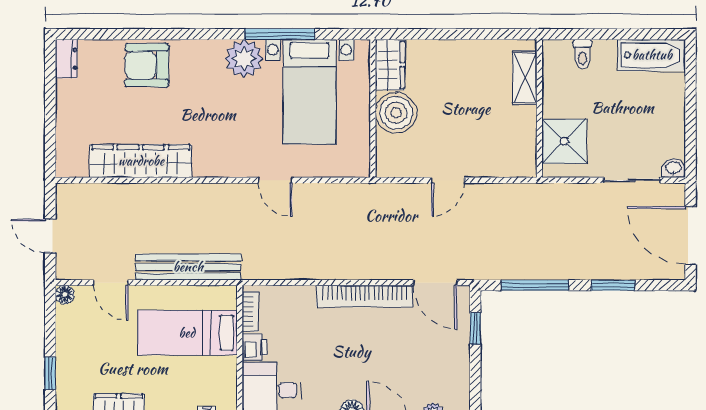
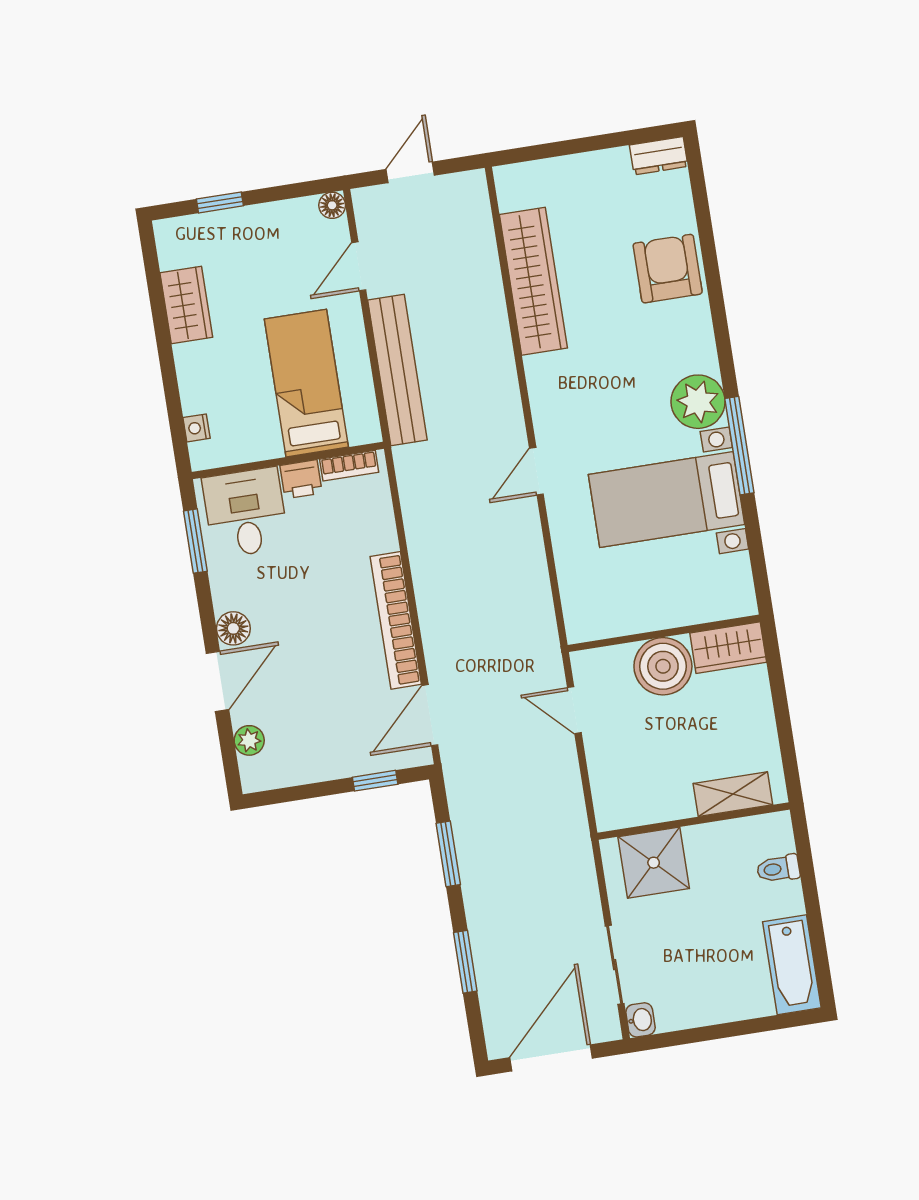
wardrobe: (390, 65) -> (728, 648), moved
wall: (373, 109) -> (664, 633), moved
boiler: (396, 113) -> (663, 666), moved
window: (535, 285) -> (448, 854), width x0.69

